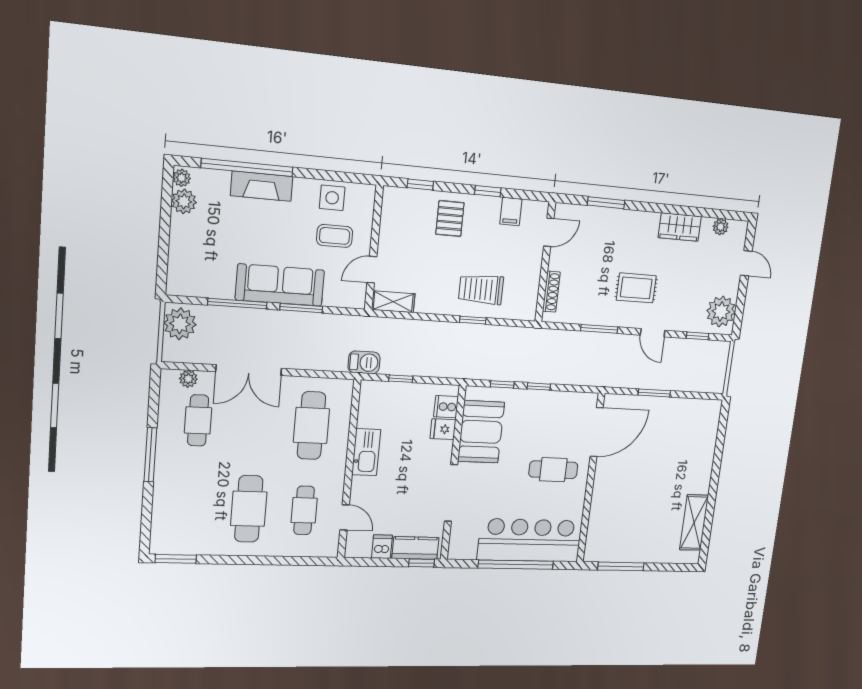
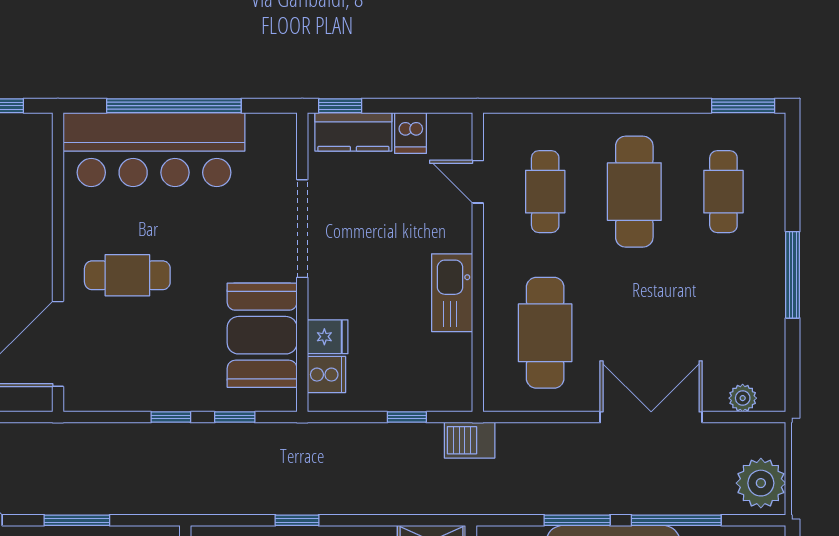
cafe table: (198, 420) -> (723, 192), moved

